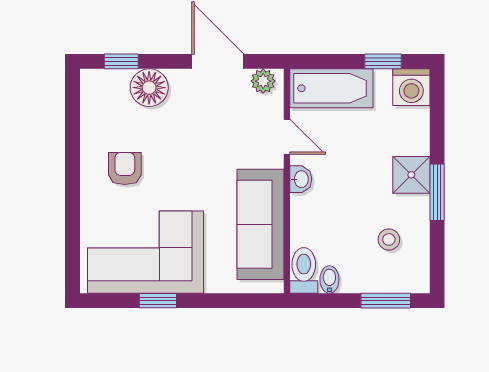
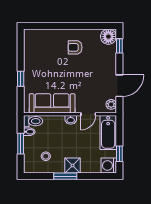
floor lamp: (149, 88) -> (108, 37), moved
armchair: (125, 168) -> (75, 47), turned 180
corner sofa: (146, 252) -> (41, 56), removed
window: (158, 301) -> (21, 79), moved
window: (386, 301) -> (21, 144), moved

